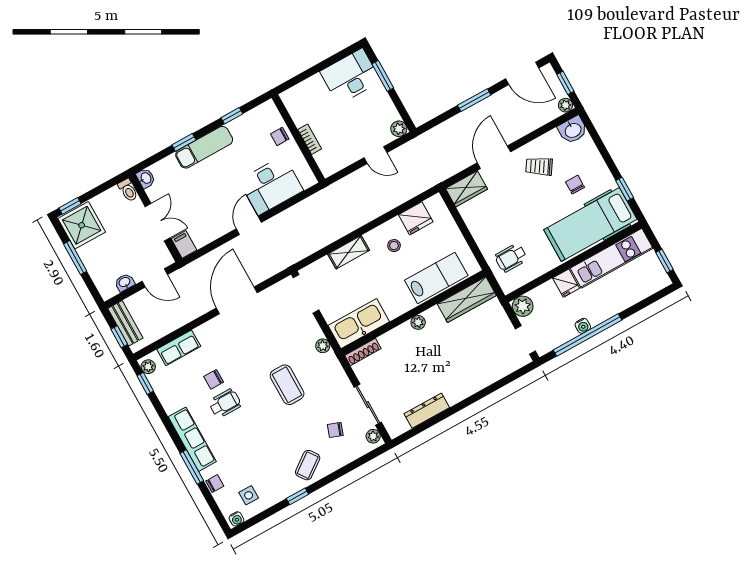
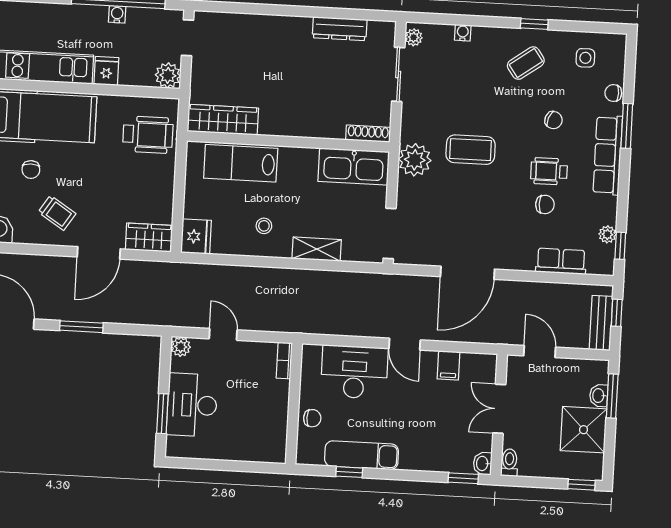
desk: (350, 76) -> (192, 405), moved, turned 90
bookcase: (310, 139) -> (284, 360), moved
window: (184, 142) -> (463, 478), moved
exam couch: (204, 147) -> (362, 455), moved
fridge: (416, 218) -> (196, 236), moved, turned 90
shower: (82, 225) -> (584, 430), moved
door: (249, 226) -> (405, 344), hinge flipped
filing cabinet: (184, 244) -> (448, 365), moved
window: (75, 258) -> (612, 396), moved
wheelchair: (511, 258) -> (148, 135), width x1.36, depth x1.37
washbasin: (125, 282) -> (599, 396), moved, turned 90
plant: (418, 322) -> (290, 128), removed
plant: (323, 346) -> (415, 160), width x1.88, depth x1.88
plant: (148, 367) -> (607, 234), moved
coffee table: (287, 385) -> (471, 150), turned 90
chair: (335, 430) -> (554, 120), moved
coffee table: (308, 465) -> (526, 63), moved
water cooler: (236, 519) -> (463, 33), moved

